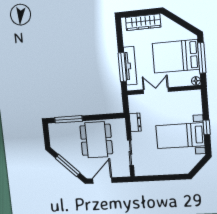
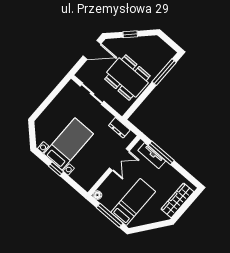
bed: (176, 56) -> (133, 202), width x0.67
tv unit: (130, 66) -> (152, 156), width x0.71
dresser: (135, 122) -> (119, 128), moved
window: (68, 165) -> (130, 34), width x0.46
door: (102, 181) -> (92, 50), hinge flipped

